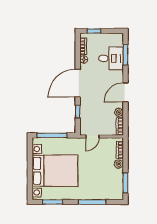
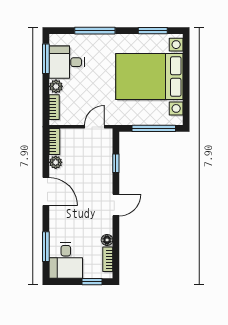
desk: (111, 58) -> (66, 260), moved, turned -90
door: (78, 83) -> (116, 205), width x0.53
door: (125, 92) -> (46, 192), hinge flipped
desk: (111, 181) -> (67, 62), added

